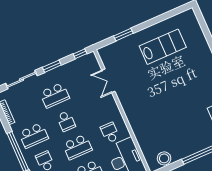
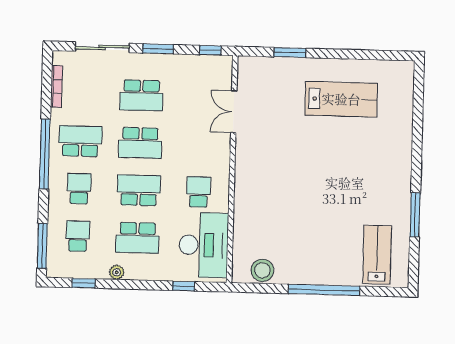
school desk: (66, 121) -> (140, 143), width x1.85
school desk: (34, 135) -> (80, 141), turned 180
school desk: (77, 147) -> (139, 190), turned 180

